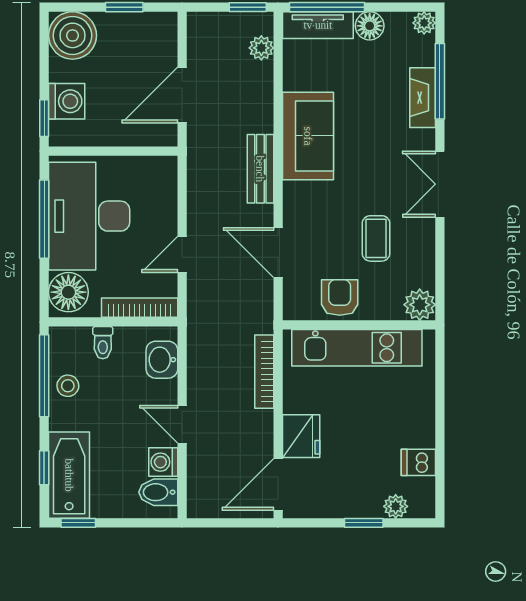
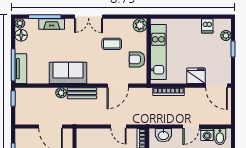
floor lamp: (370, 26) -> (21, 35), moved
plant: (261, 48) -> (61, 93), moved

